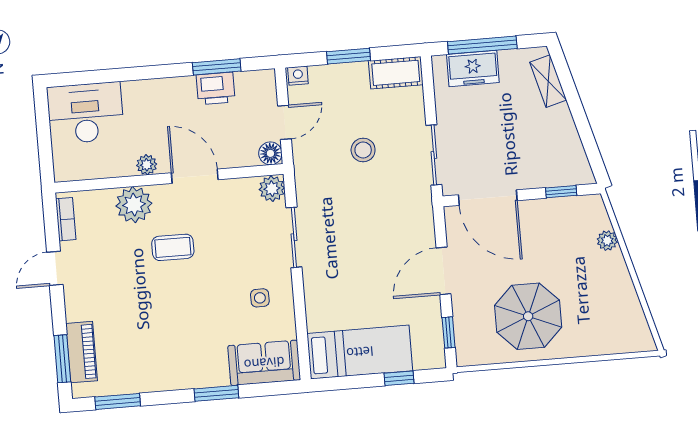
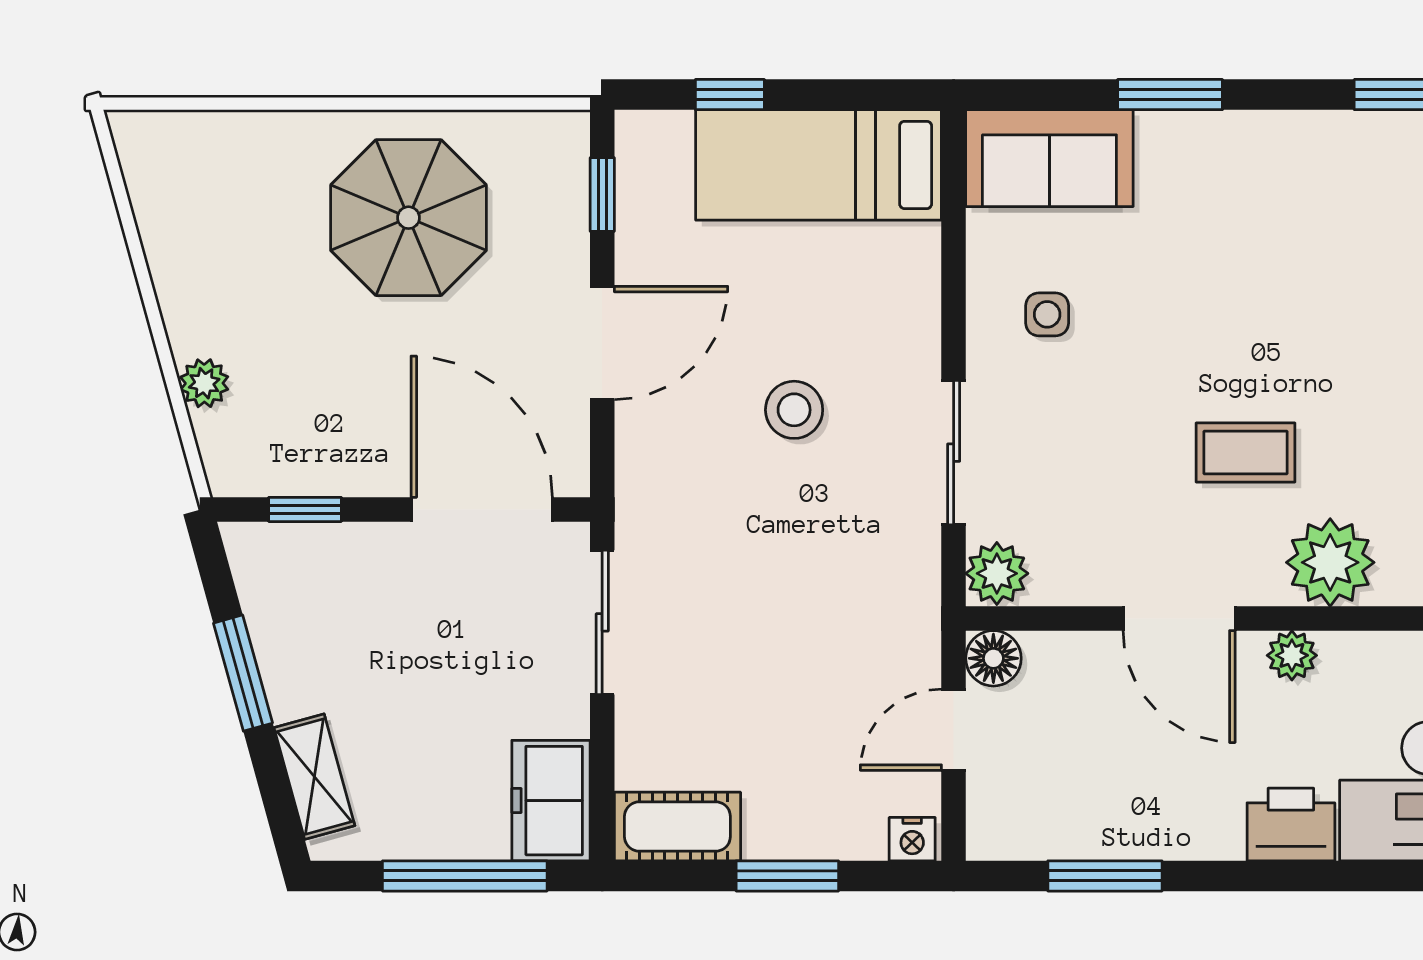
freezer: (473, 69) -> (551, 801), moved, turned -90
printer: (216, 88) -> (1291, 825), moved
window: (581, 122) -> (243, 673), added
stool: (363, 150) -> (794, 410), moved

